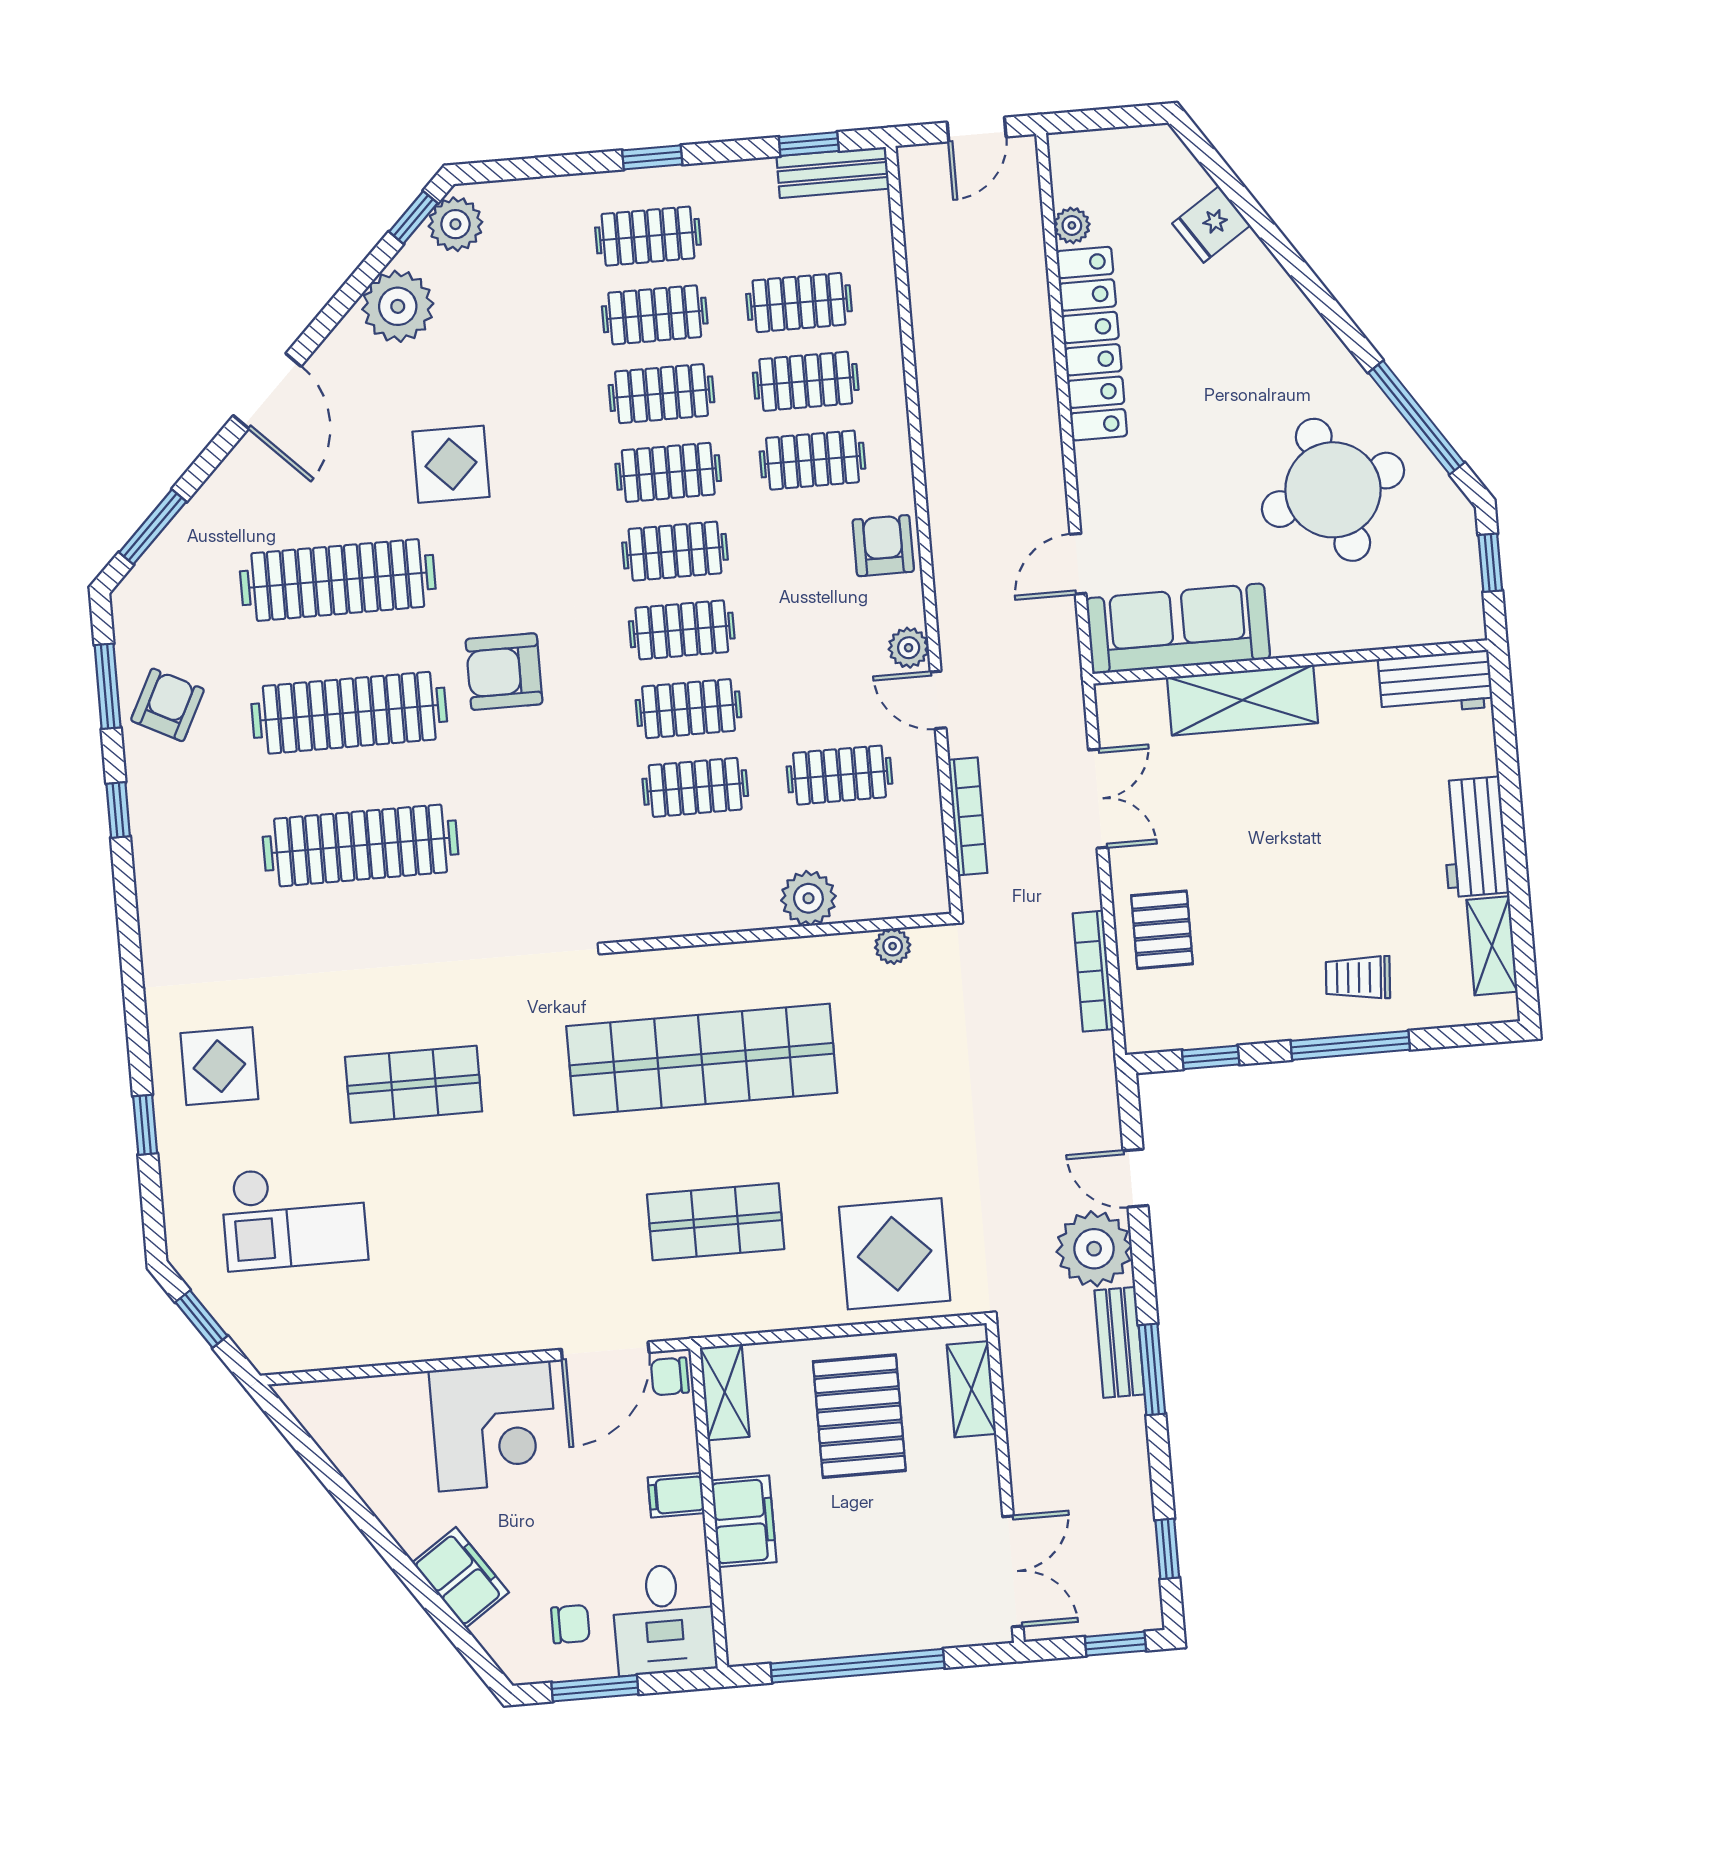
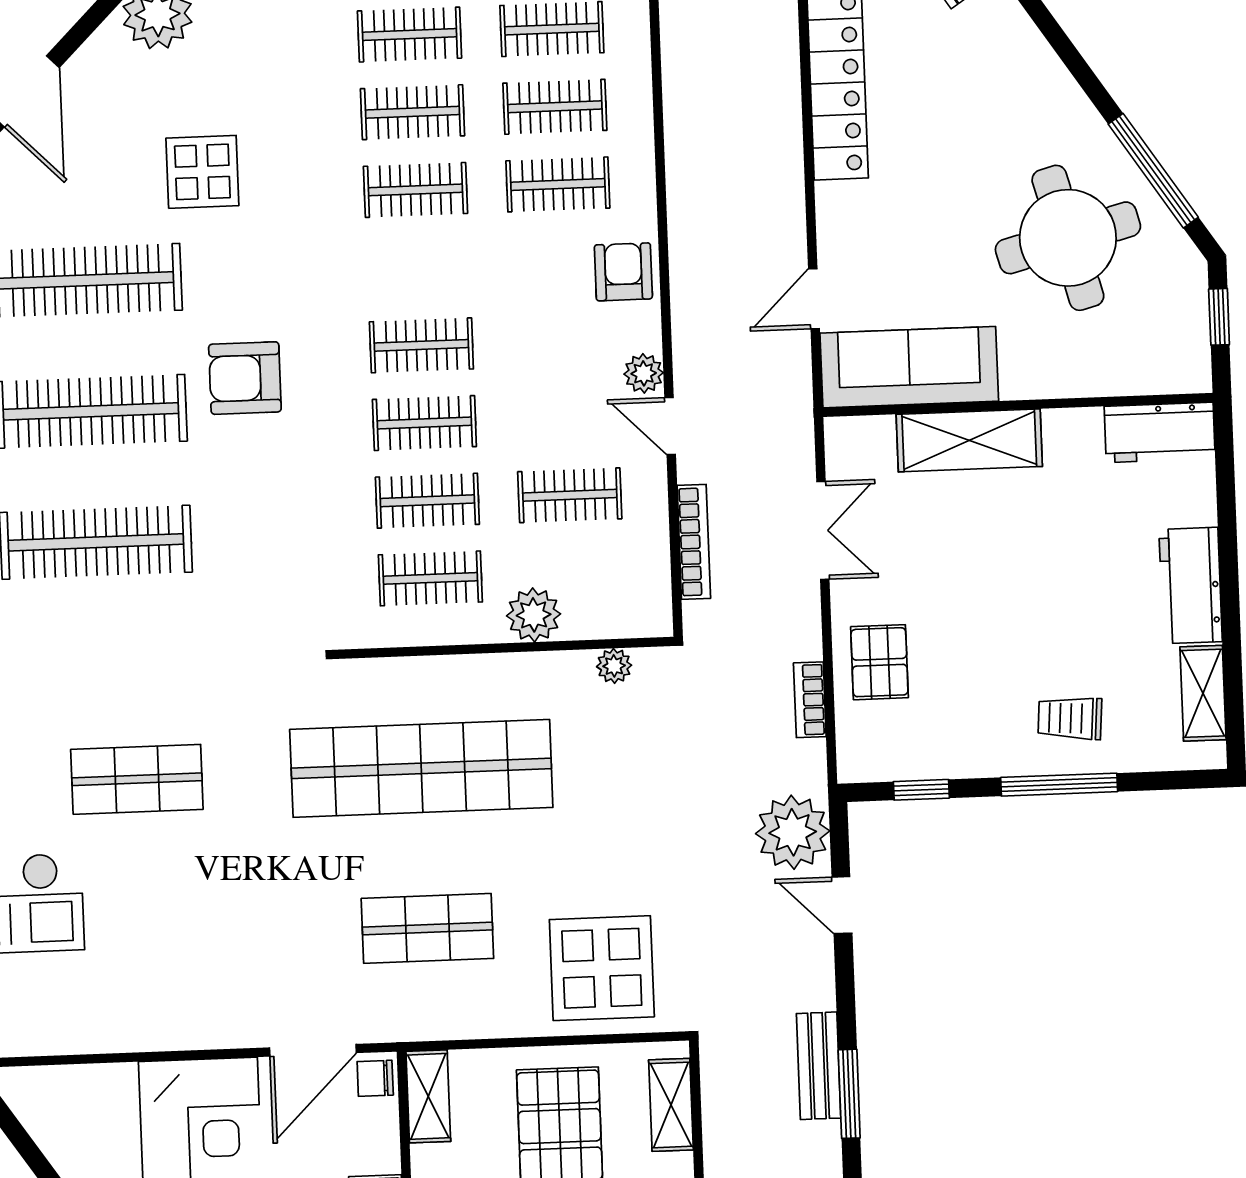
clothes rail: (675, 551) -> (430, 578), moved
bookcase: (1093, 971) -> (810, 700), width x0.64
plant: (1094, 1249) -> (793, 832), moved

